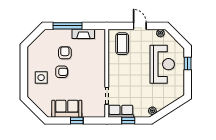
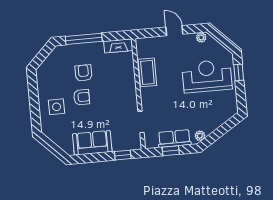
fireplace: (83, 34) -> (118, 46), moved
coffee table: (122, 44) -> (147, 72), moved
reception desk: (162, 64) -> (207, 76), turned -90
row of seats: (121, 111) -> (174, 139), moved
window: (77, 120) -> (123, 155), moved

